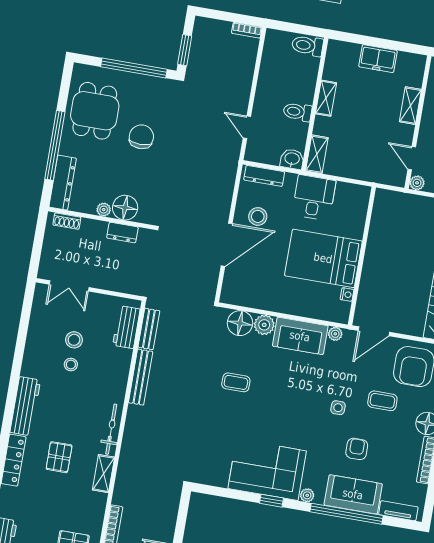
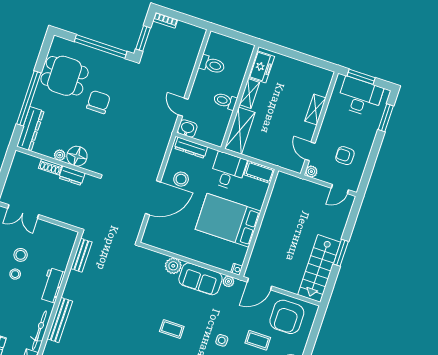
bookcase: (247, 30) -> (165, 20), moved
toilet: (307, 46) -> (212, 65), moved, turned 180
freezer: (378, 59) -> (261, 67), moved, turned -90
dining table: (95, 111) -> (65, 76), turned 90
shelving: (317, 154) -> (240, 131), width x1.50, depth x1.33
washbasin: (292, 159) -> (187, 128), moved
cot: (353, 193) -> (259, 172), added
shoe rack: (67, 221) -> (50, 167), moved
nightstand: (347, 295) -> (237, 269), moved
floor lamp: (240, 323) -> (154, 262), removed
workbench: (126, 327) -> (52, 285), moved
bench: (141, 377) -> (60, 320), moved
coffee table: (236, 382) -> (172, 329), moved

